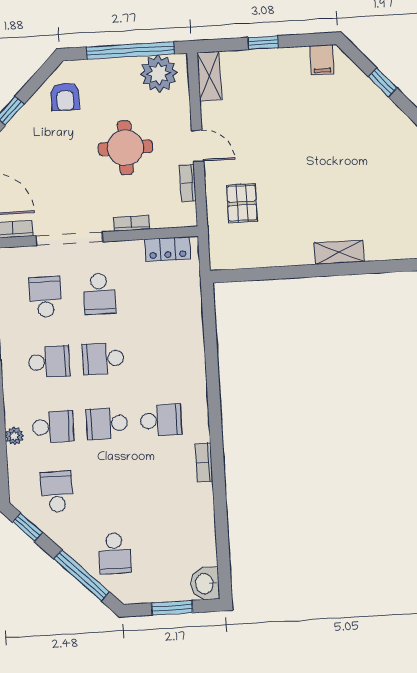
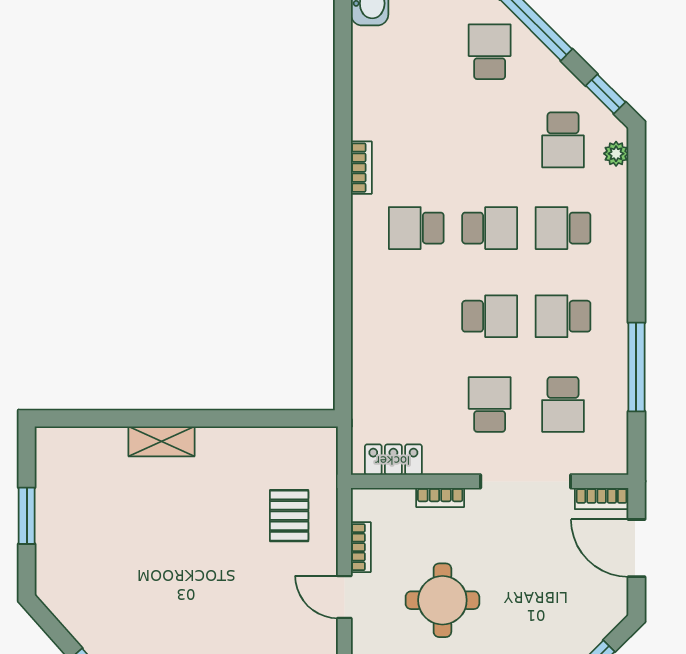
plant: (14, 436) -> (616, 154), moved

